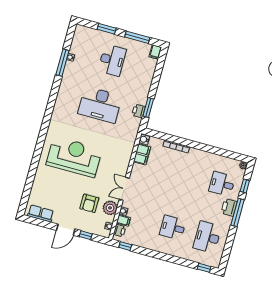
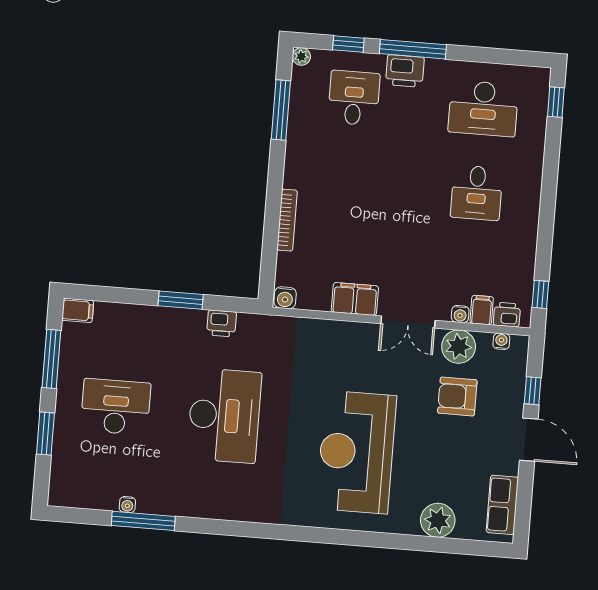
window: (148, 108) -> (181, 300), moved
window: (223, 153) -> (281, 110), added
filing cabinet: (142, 154) -> (355, 299), moved
desk: (222, 184) -> (354, 98), turned 180
plant: (39, 185) -> (438, 520), added
armchair: (89, 203) -> (457, 396), turned 180

